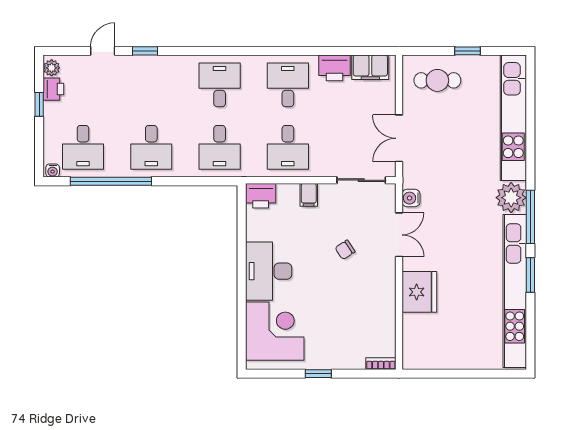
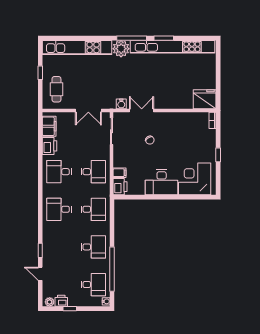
filing cabinet: (309, 195) -> (120, 173), moved
fridge: (419, 292) -> (205, 99), moved

